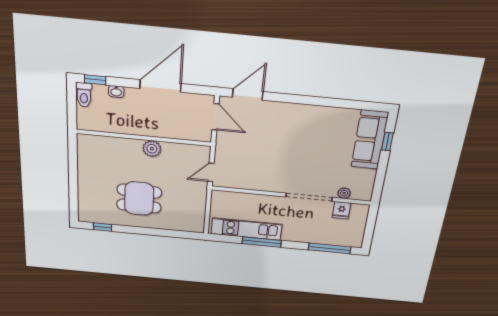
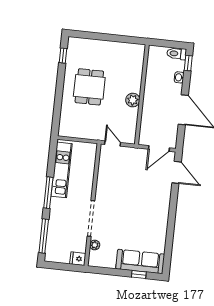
fridge: (341, 210) -> (78, 259), moved
window: (262, 242) -> (48, 193), moved

